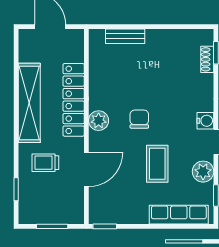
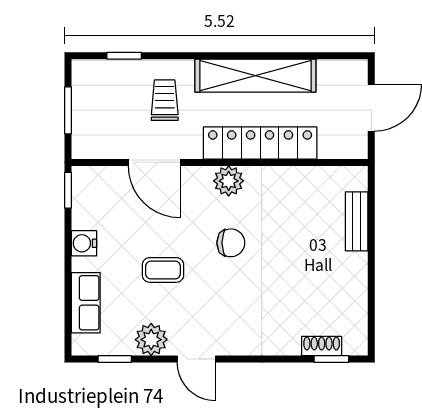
water cooler: (205, 121) -> (84, 243), moved, turned 90
coffee table: (157, 164) -> (163, 270), width x0.73, depth x0.77
row of seats: (179, 215) -> (86, 303), width x0.68

